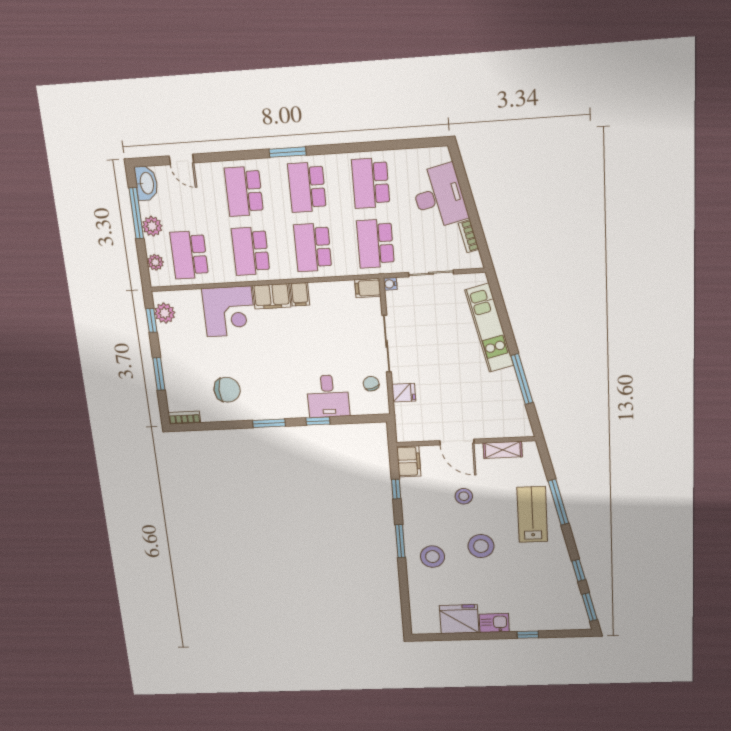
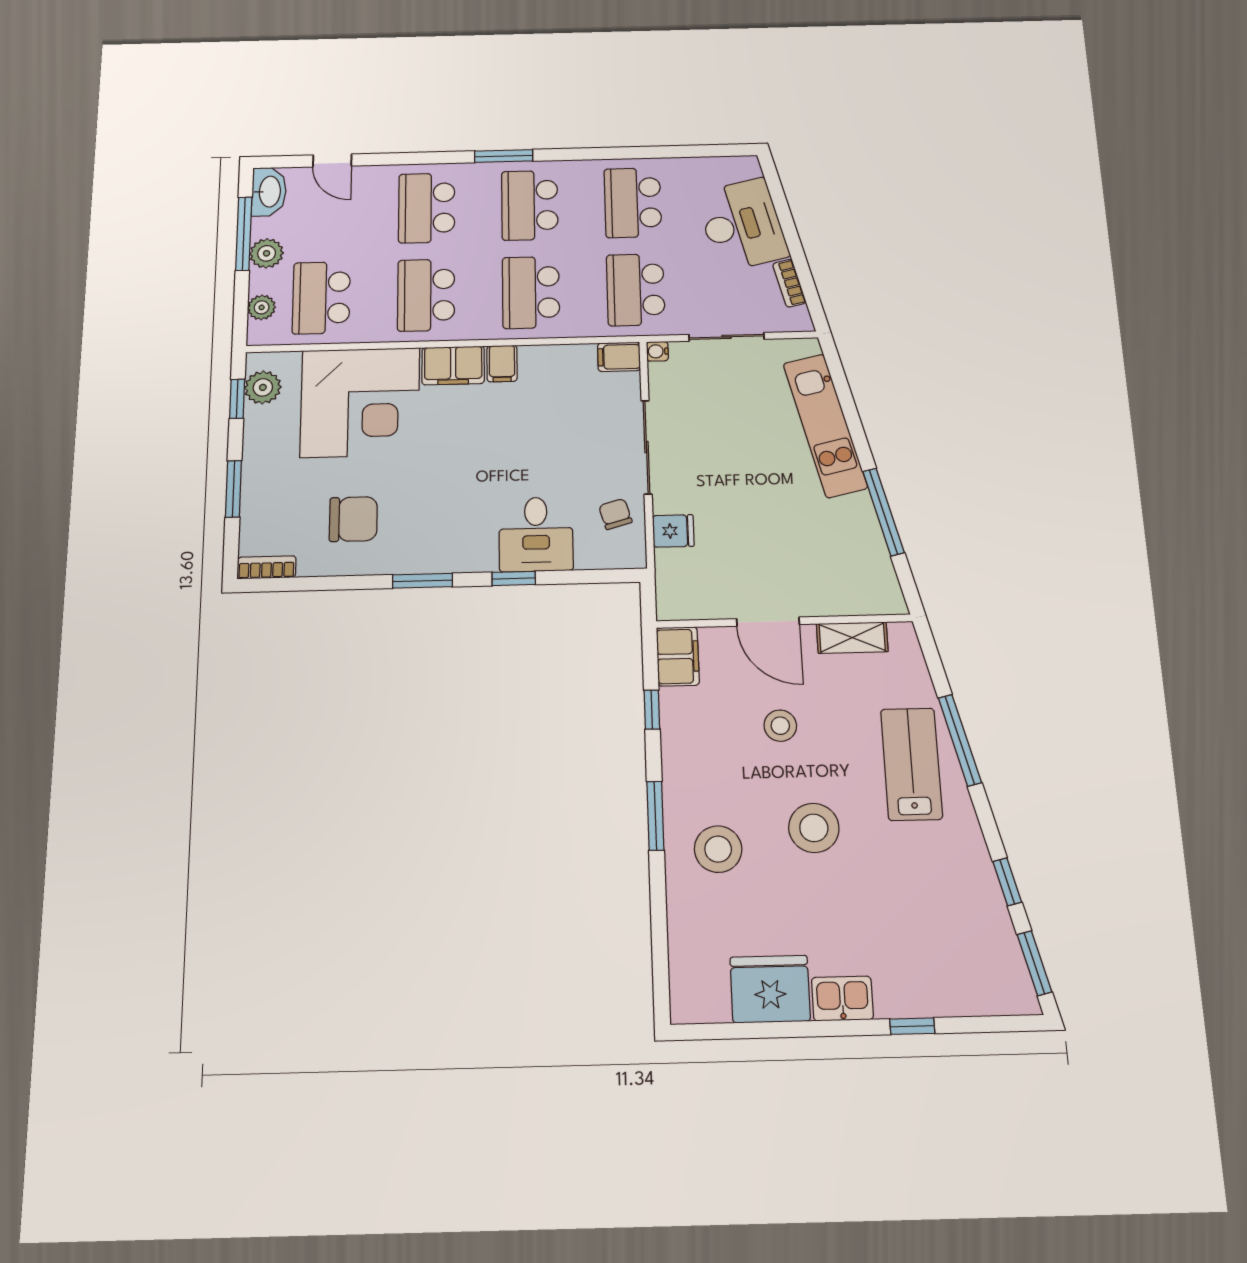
corner desk: (229, 311) -> (360, 402), width x1.36, depth x1.36

